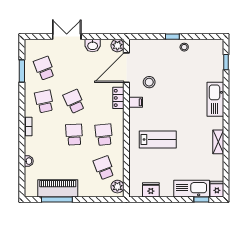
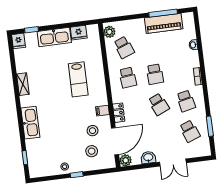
stool: (153, 60) -> (92, 151), added
lab bench: (158, 139) -> (78, 79), turned -90
kitchen sink: (192, 189) -> (54, 37), moved

